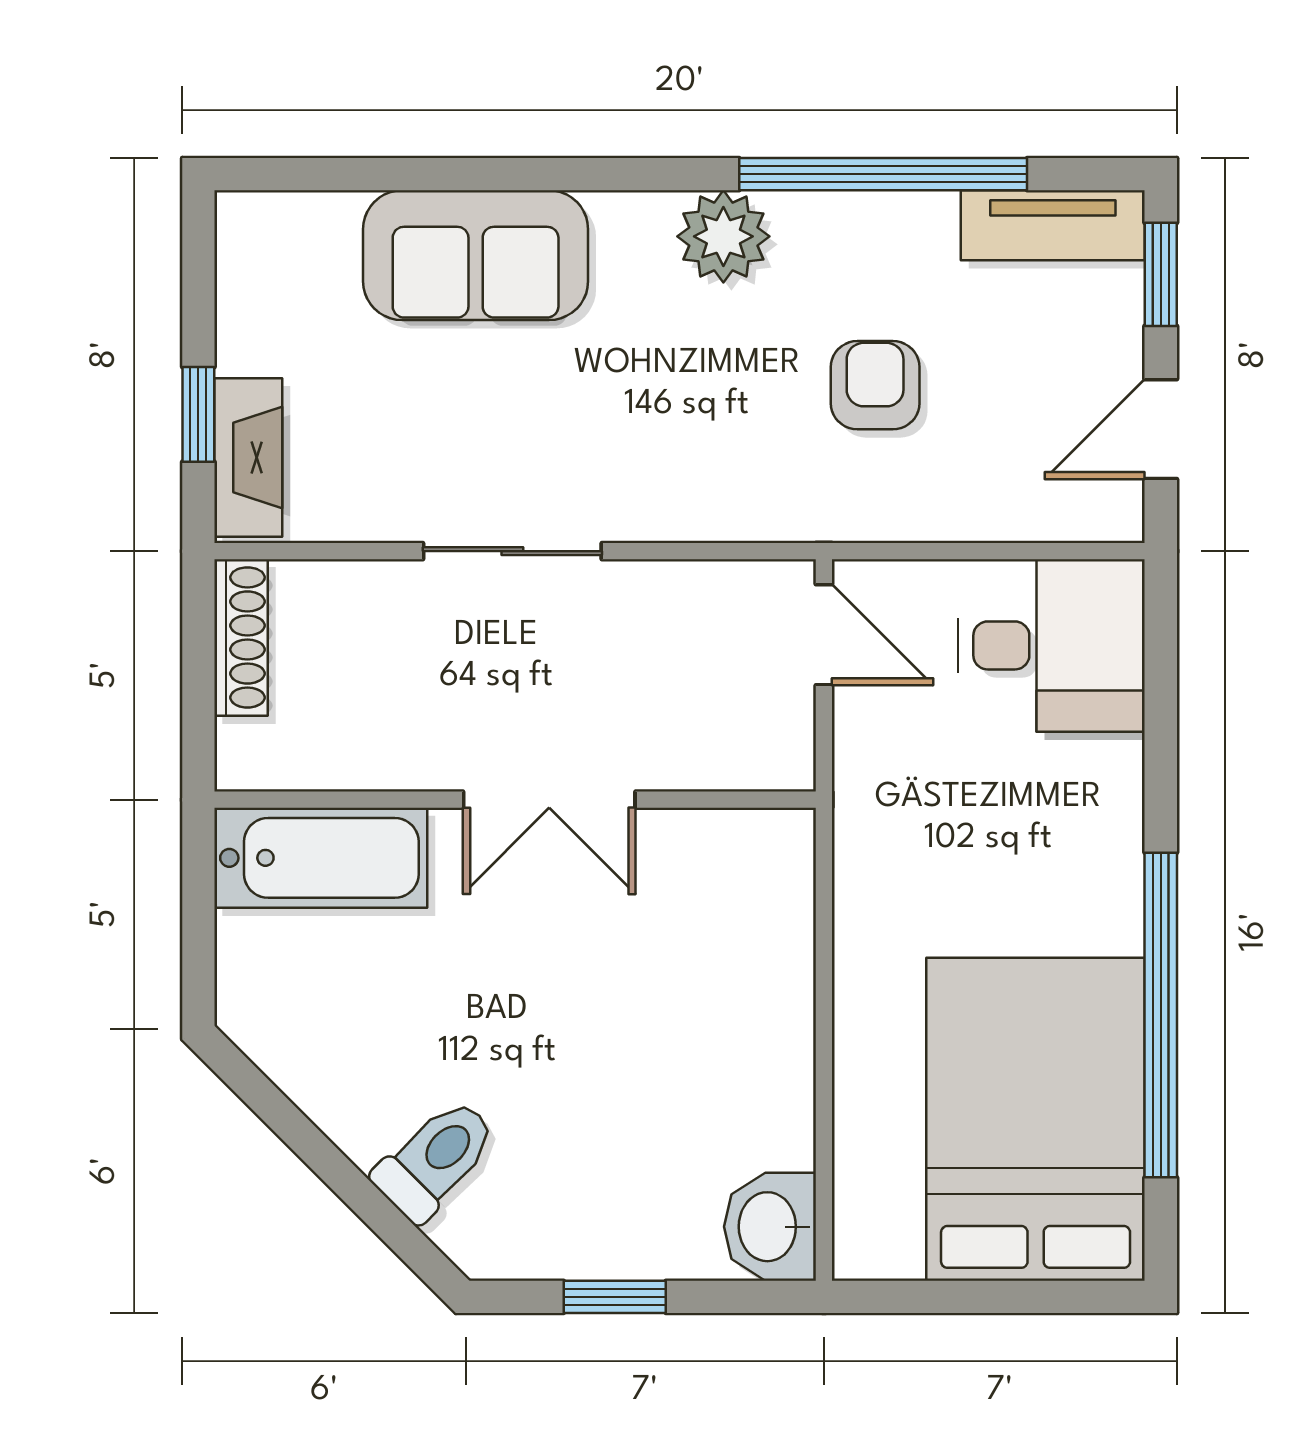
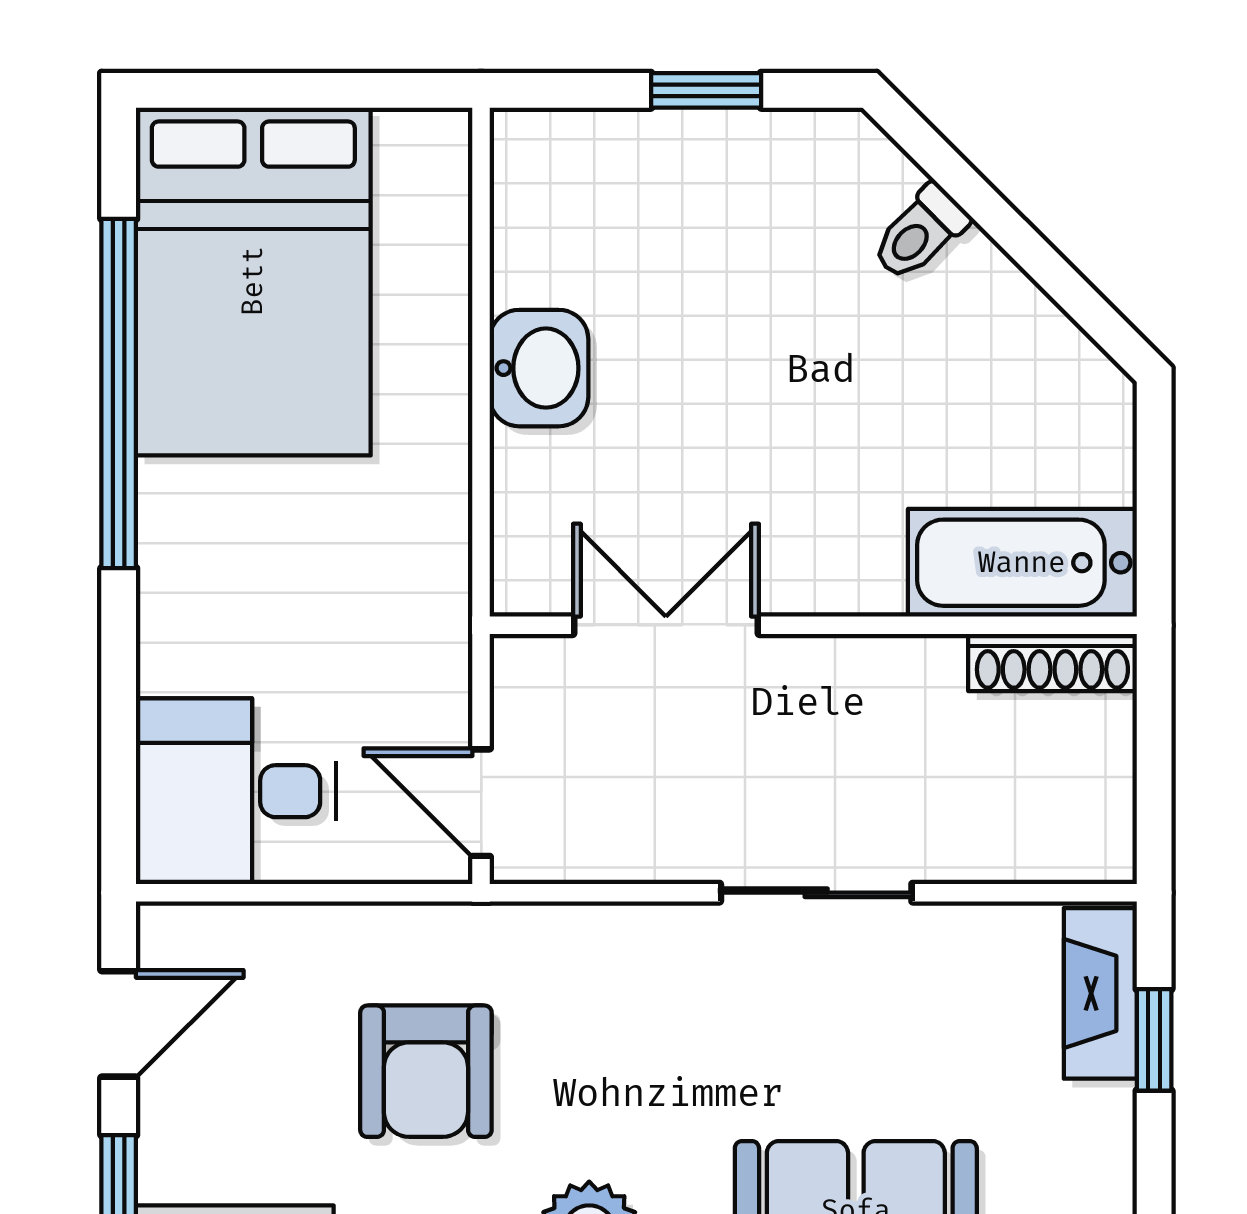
armchair: (875, 385) -> (426, 1071), width x1.38, depth x1.38
shoe rack: (241, 637) -> (1052, 663), moved, turned -90
double door: (549, 800) -> (666, 625), moved
toilet: (436, 1159) -> (920, 233), width x0.73, depth x0.72
washbasin: (770, 1227) -> (539, 368), moved

